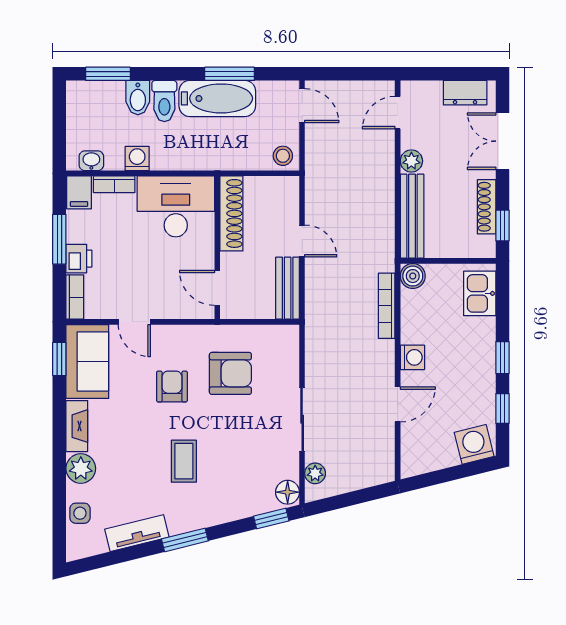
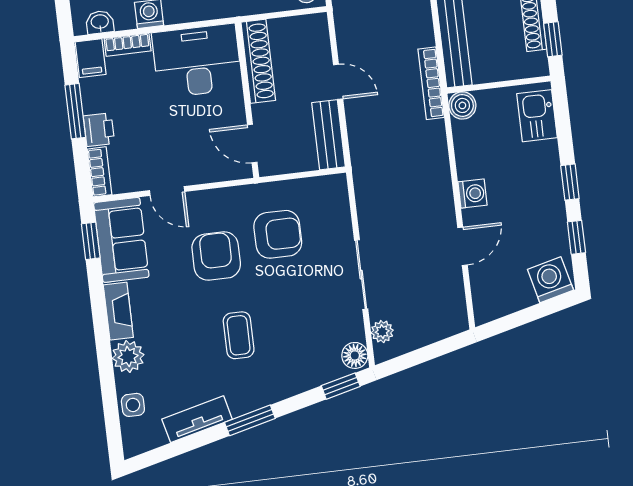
bookcase: (387, 306) -> (431, 83), moved
armchair: (172, 386) -> (216, 256), width x1.38, depth x1.38

